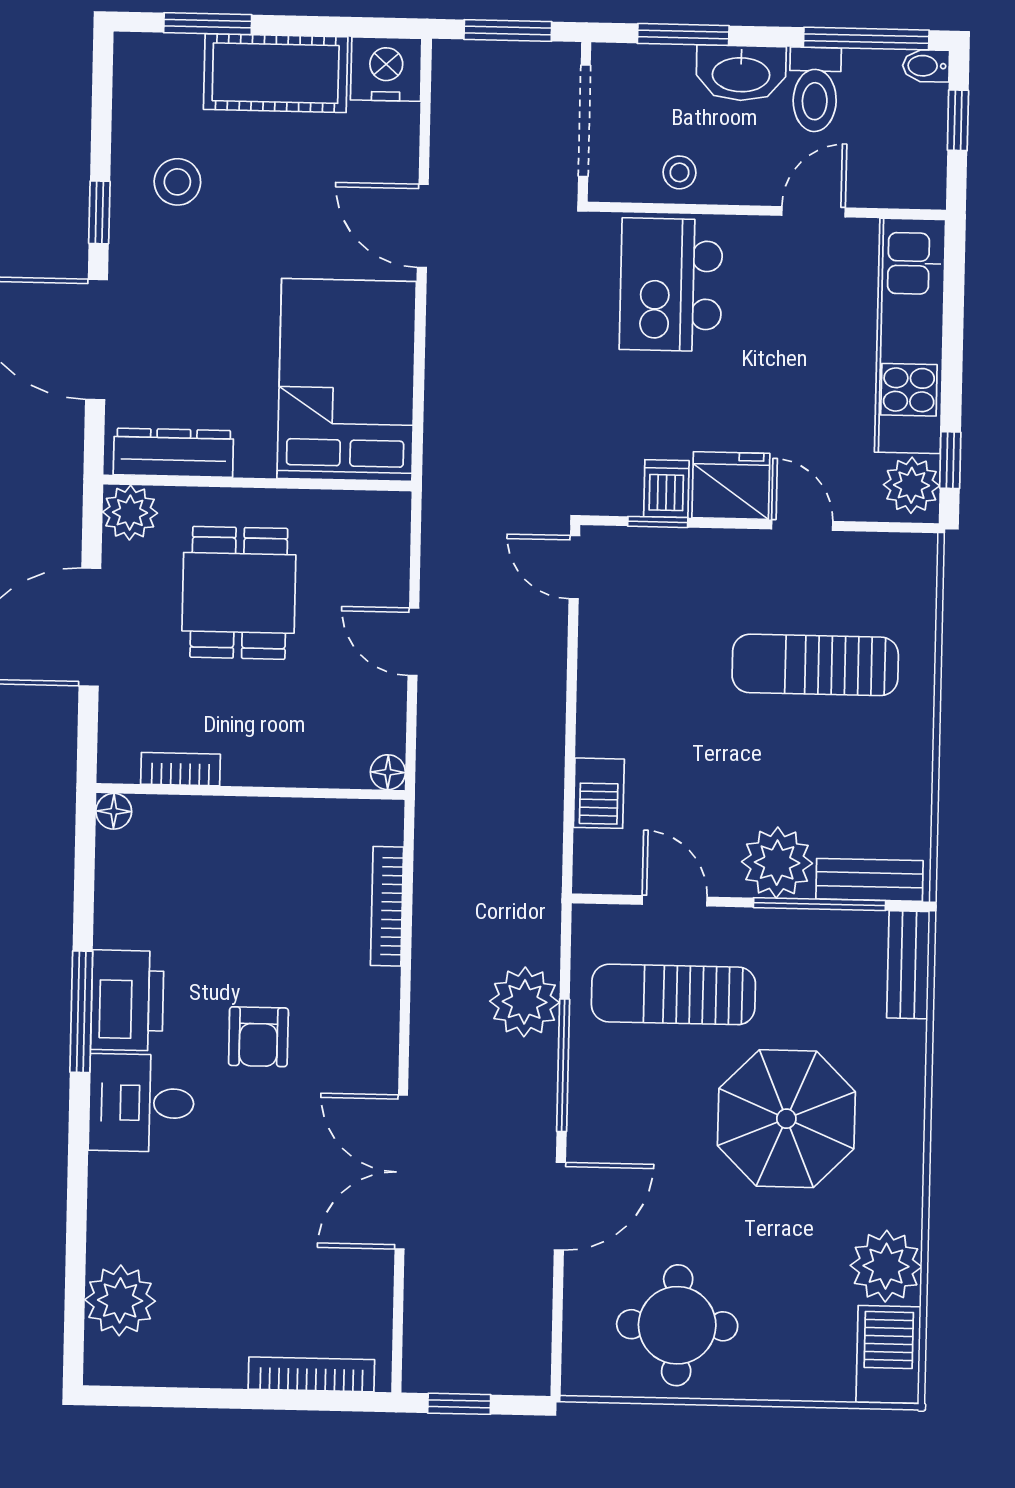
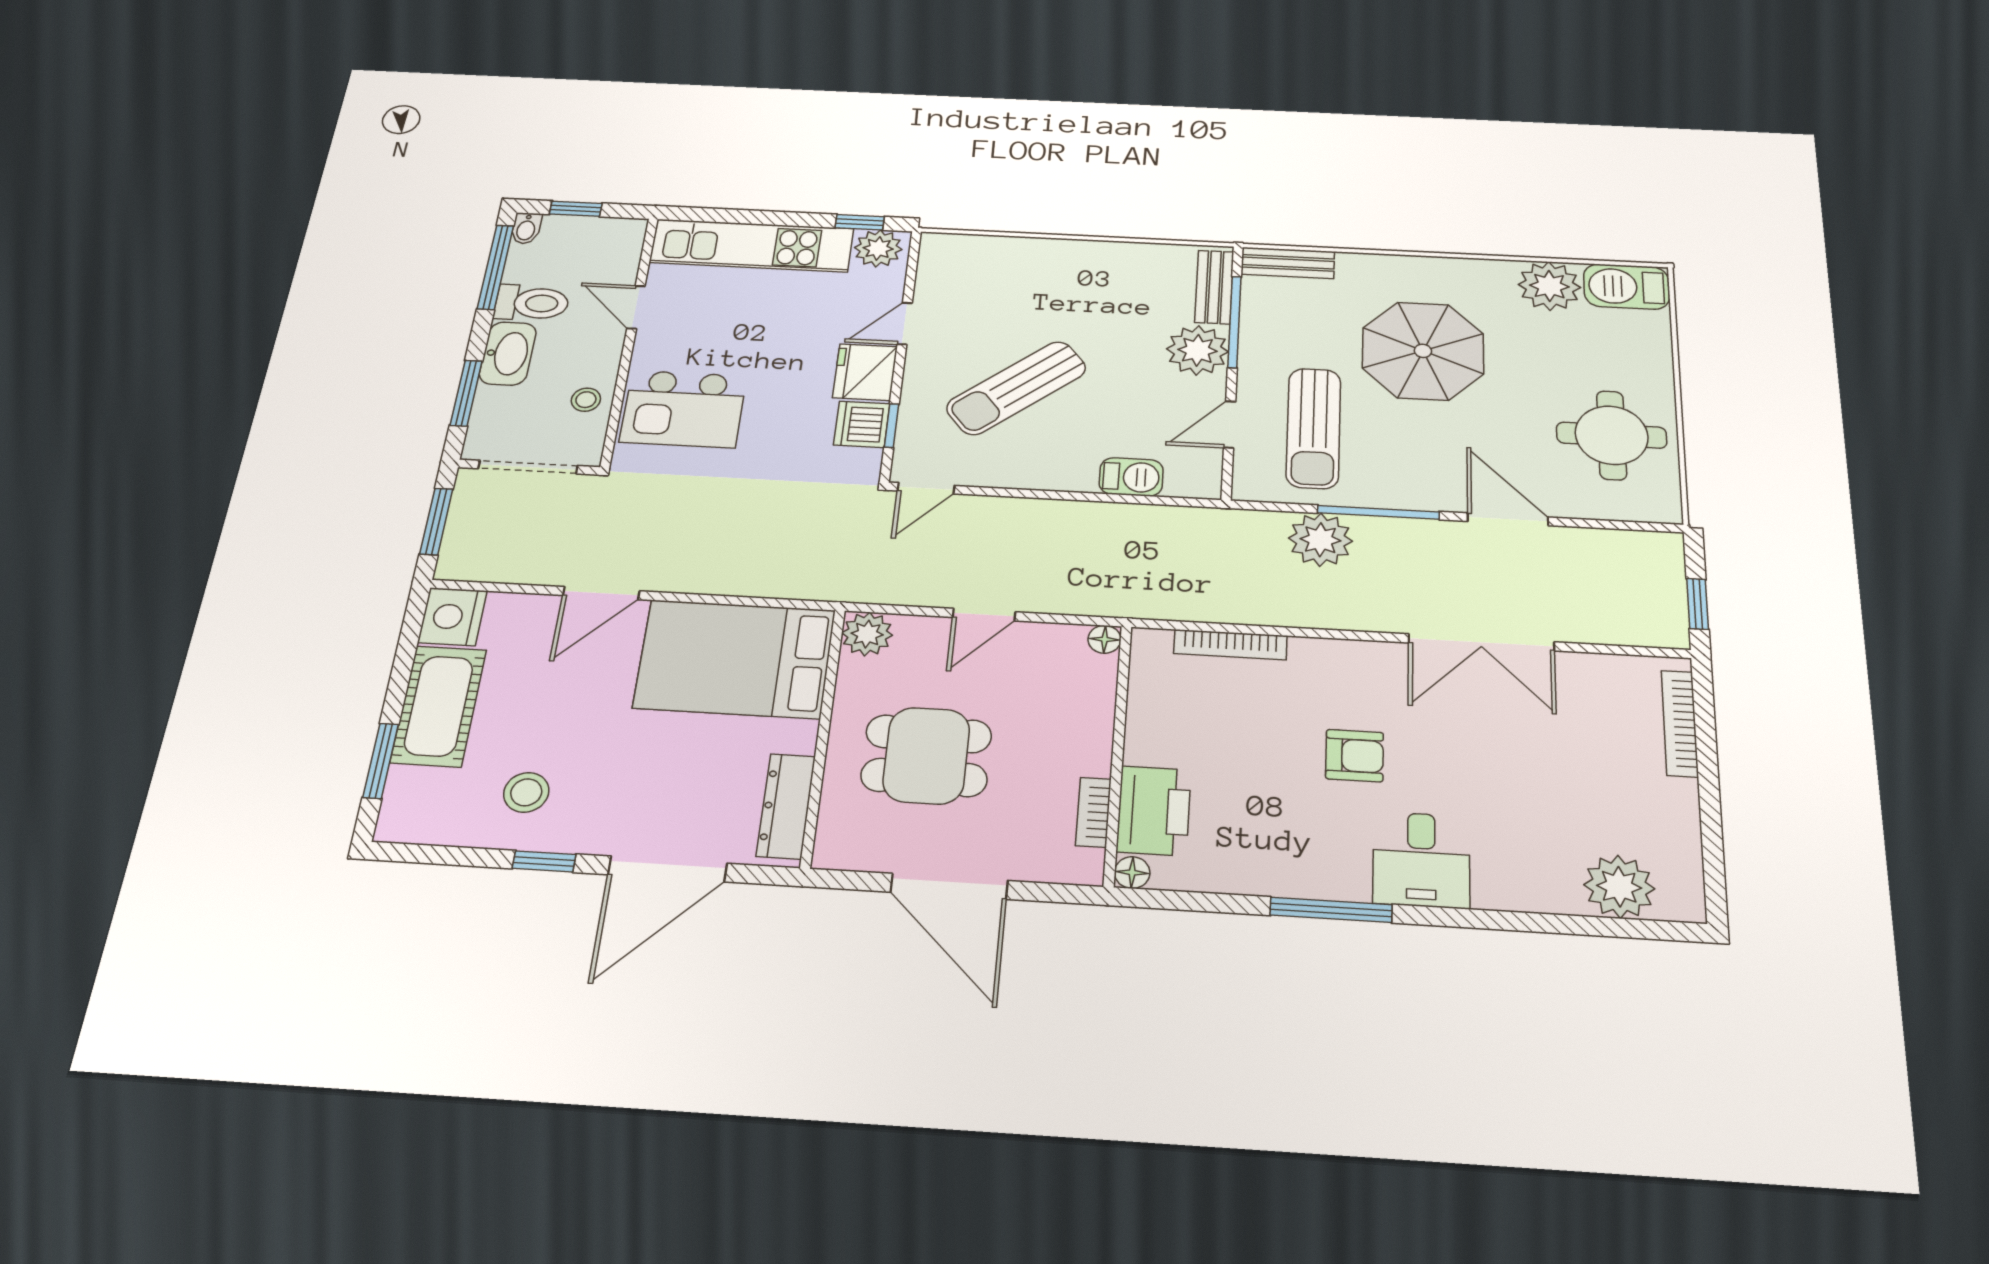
dishwasher: (666, 489) -> (862, 424), width x1.38
plant: (130, 513) -> (867, 634), moved
sun lounger: (815, 665) -> (1016, 388), moved, turned 51
printer: (127, 1000) -> (1154, 811), moved, turned 90

